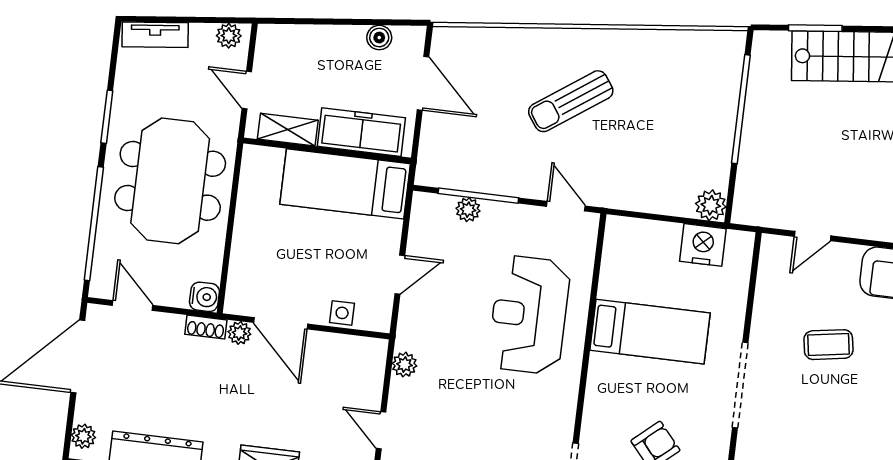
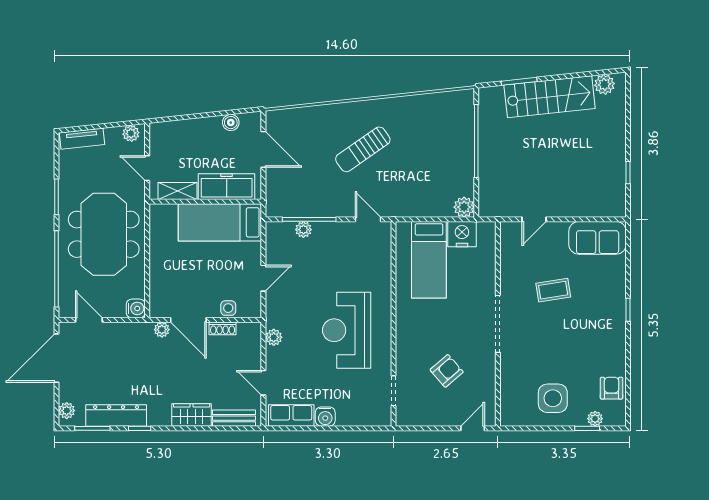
reception desk: (529, 315) -> (347, 330), moved
shoe rack: (206, 327) -> (223, 328), moved
bed: (650, 332) -> (429, 260), moved, turned 90

